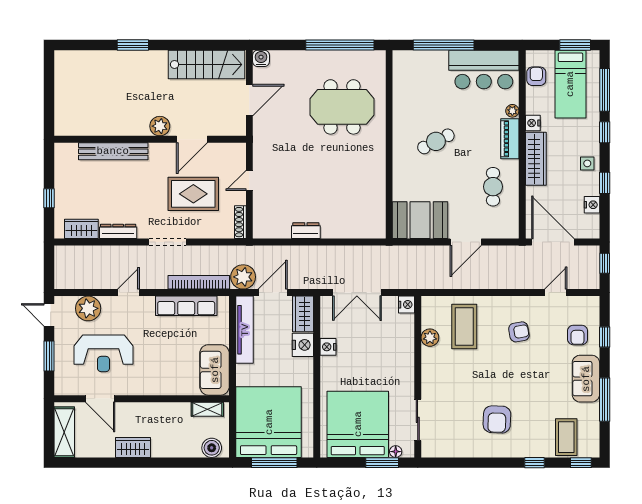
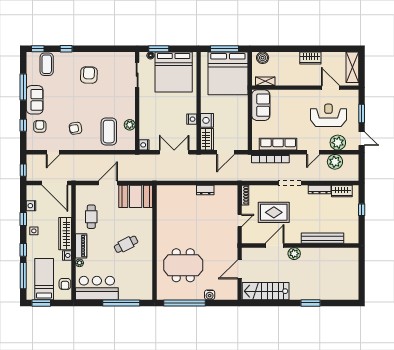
water cooler: (261, 58) -> (210, 295), moved
plant: (243, 277) -> (335, 162), moved
tv unit: (245, 330) -> (243, 130), removed

